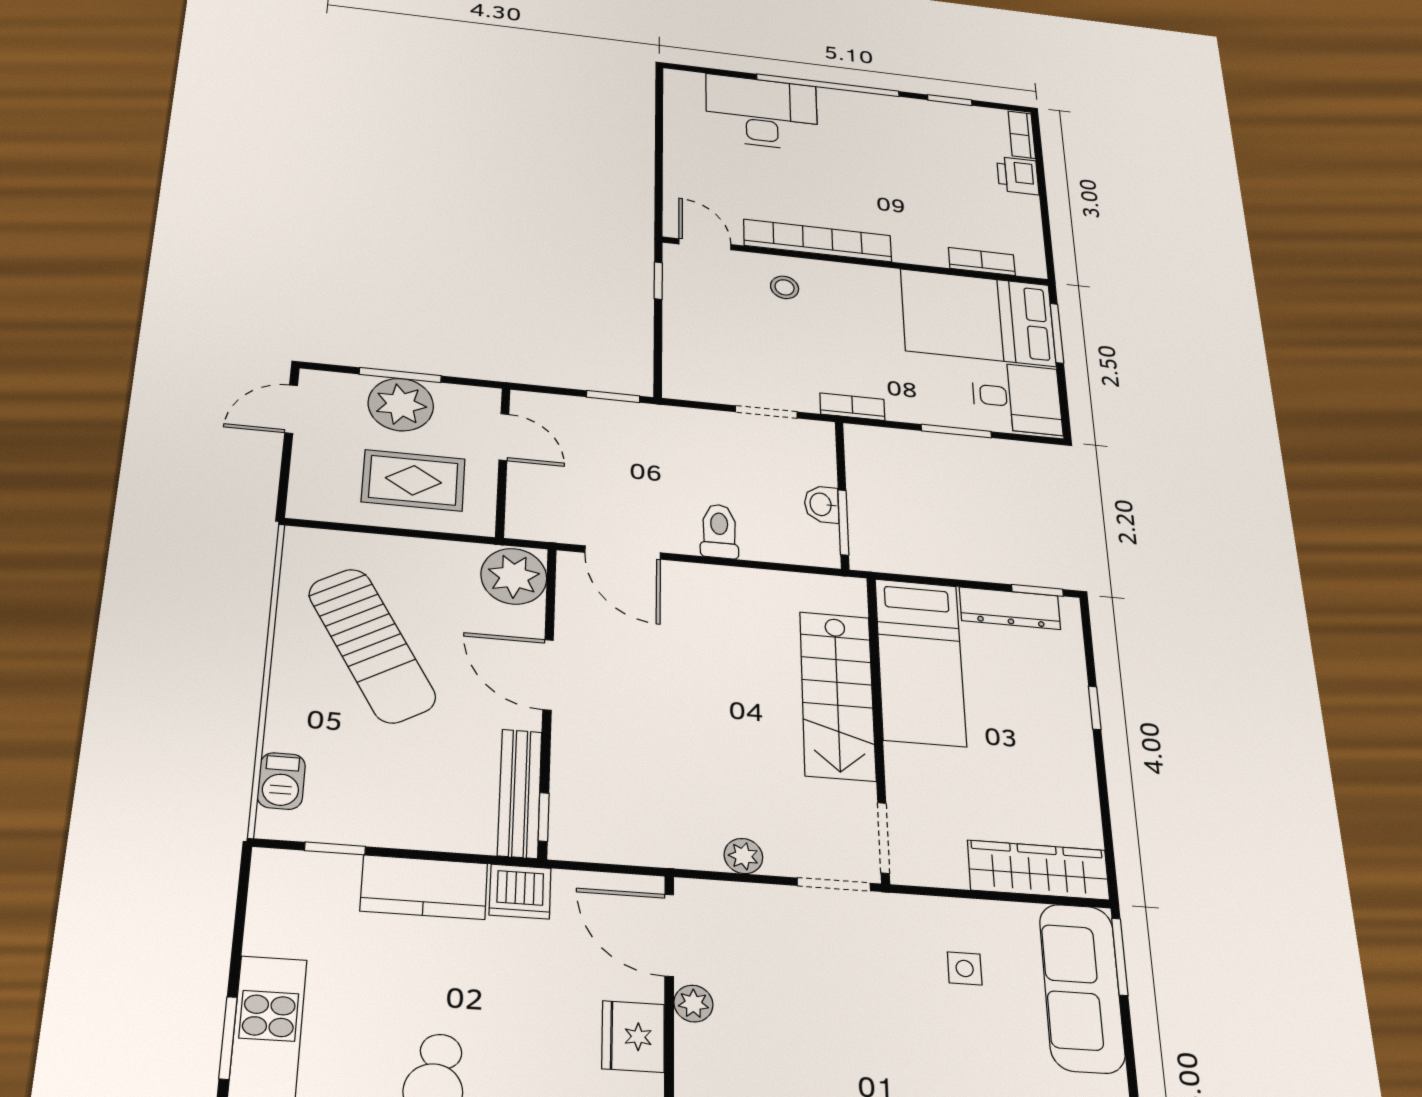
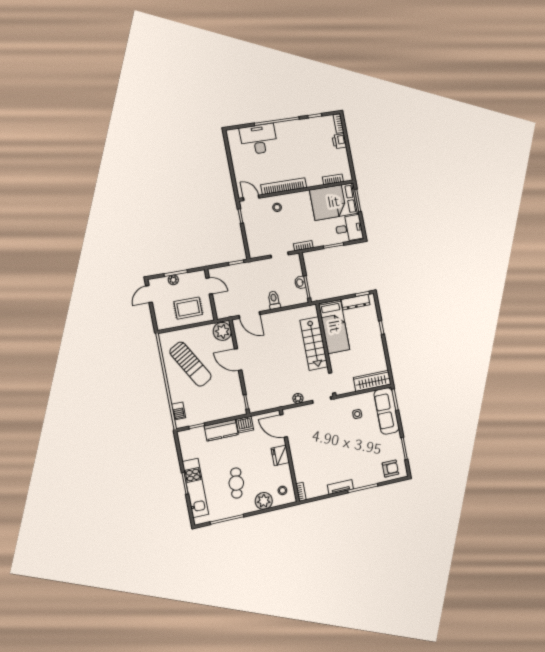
plant: (401, 405) -> (173, 280), width x0.53, depth x0.53
bench: (520, 793) -> (239, 397), removed
plant: (693, 1004) -> (293, 443), removed

